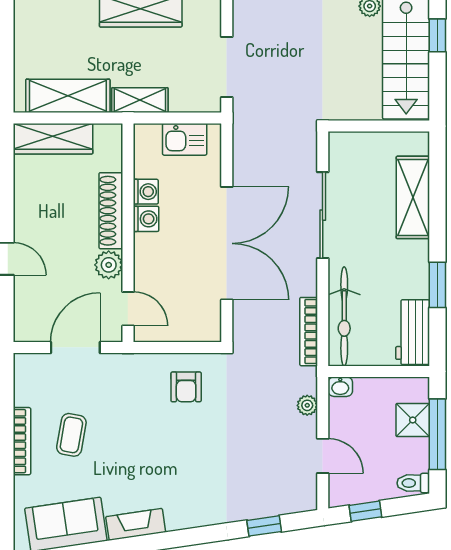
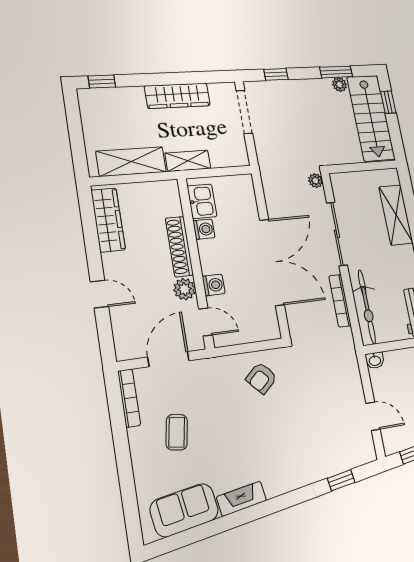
doorway: (227, 67) -> (244, 112), moved
wardrobe: (53, 139) -> (108, 220), moved, turned -90
kitchen sink: (185, 139) -> (202, 201), moved, turned -90
washing machine: (146, 219) -> (214, 285), moved
bookcase: (309, 332) -> (340, 301), moved
armchair: (186, 387) -> (261, 378), turned 48
plant: (307, 405) -> (315, 181), moved
bookcase: (22, 441) -> (129, 398), moved

